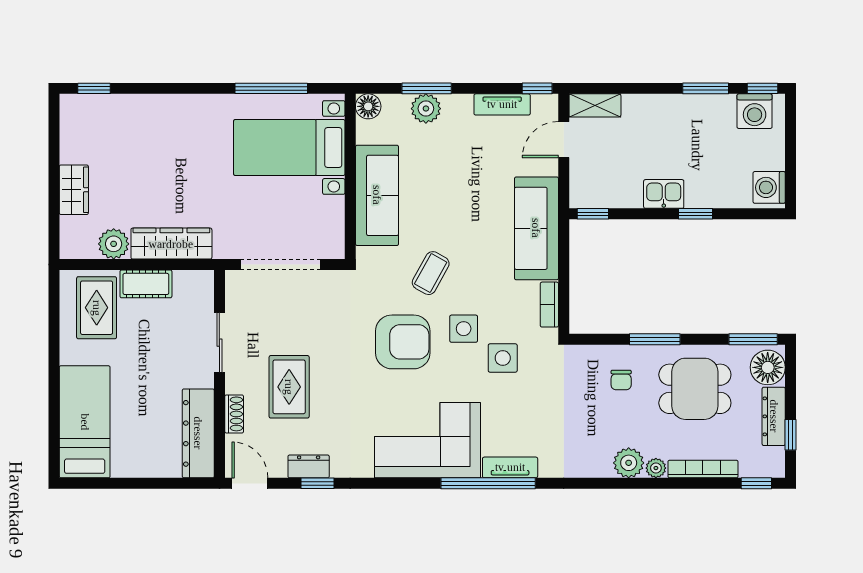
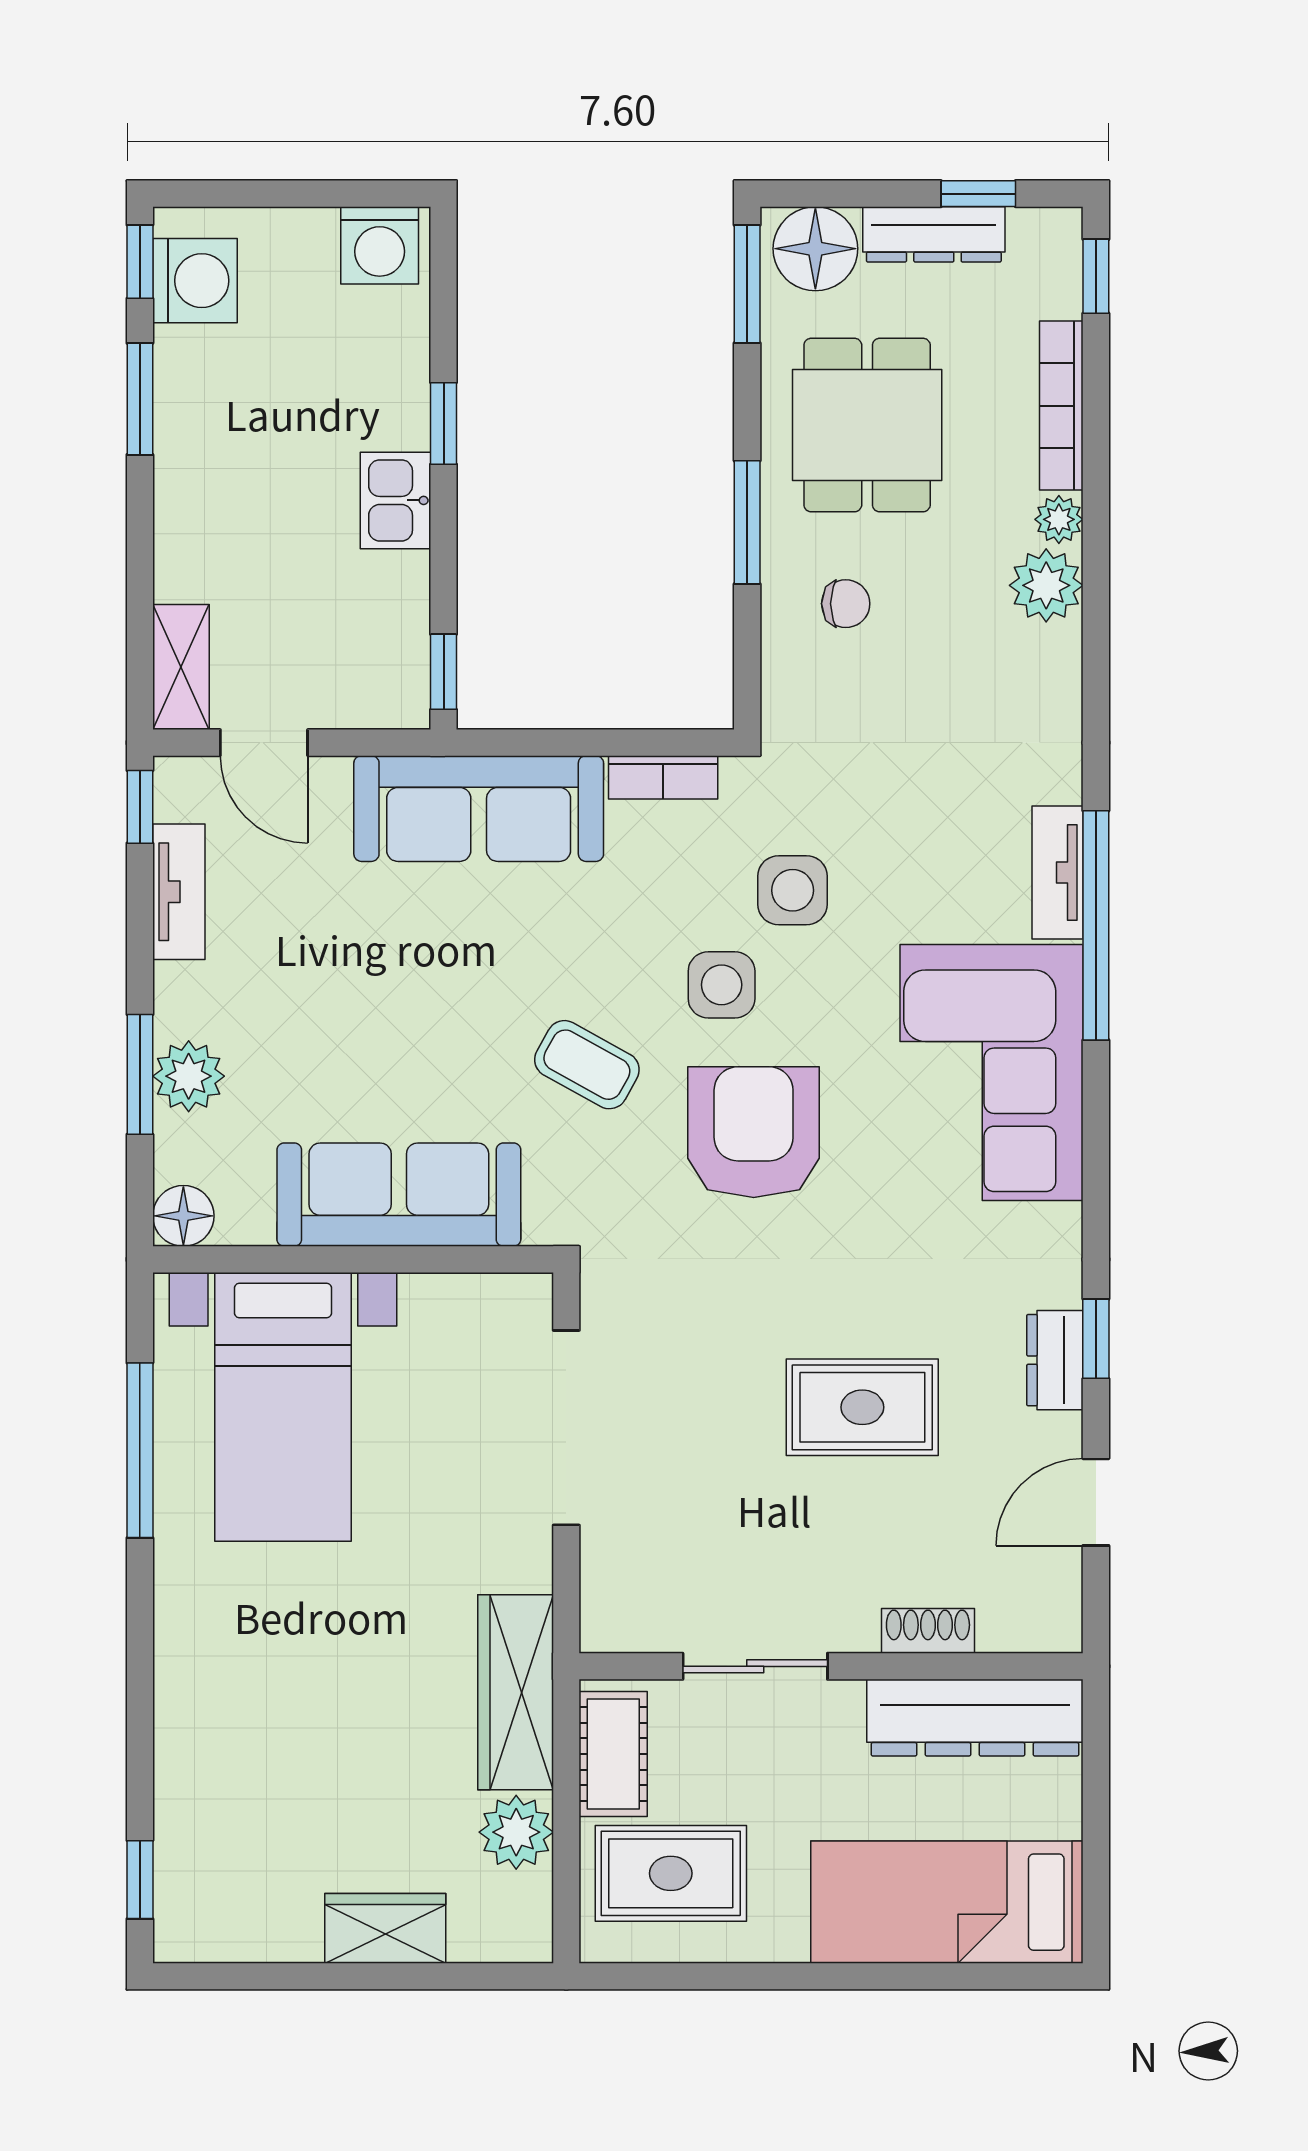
sliding door: (219, 343) -> (755, 1666), moved
wall: (219, 374) -> (831, 1666), moved
shoe rack: (234, 414) -> (928, 1631), moved
dresser: (198, 433) -> (975, 1718), moved

